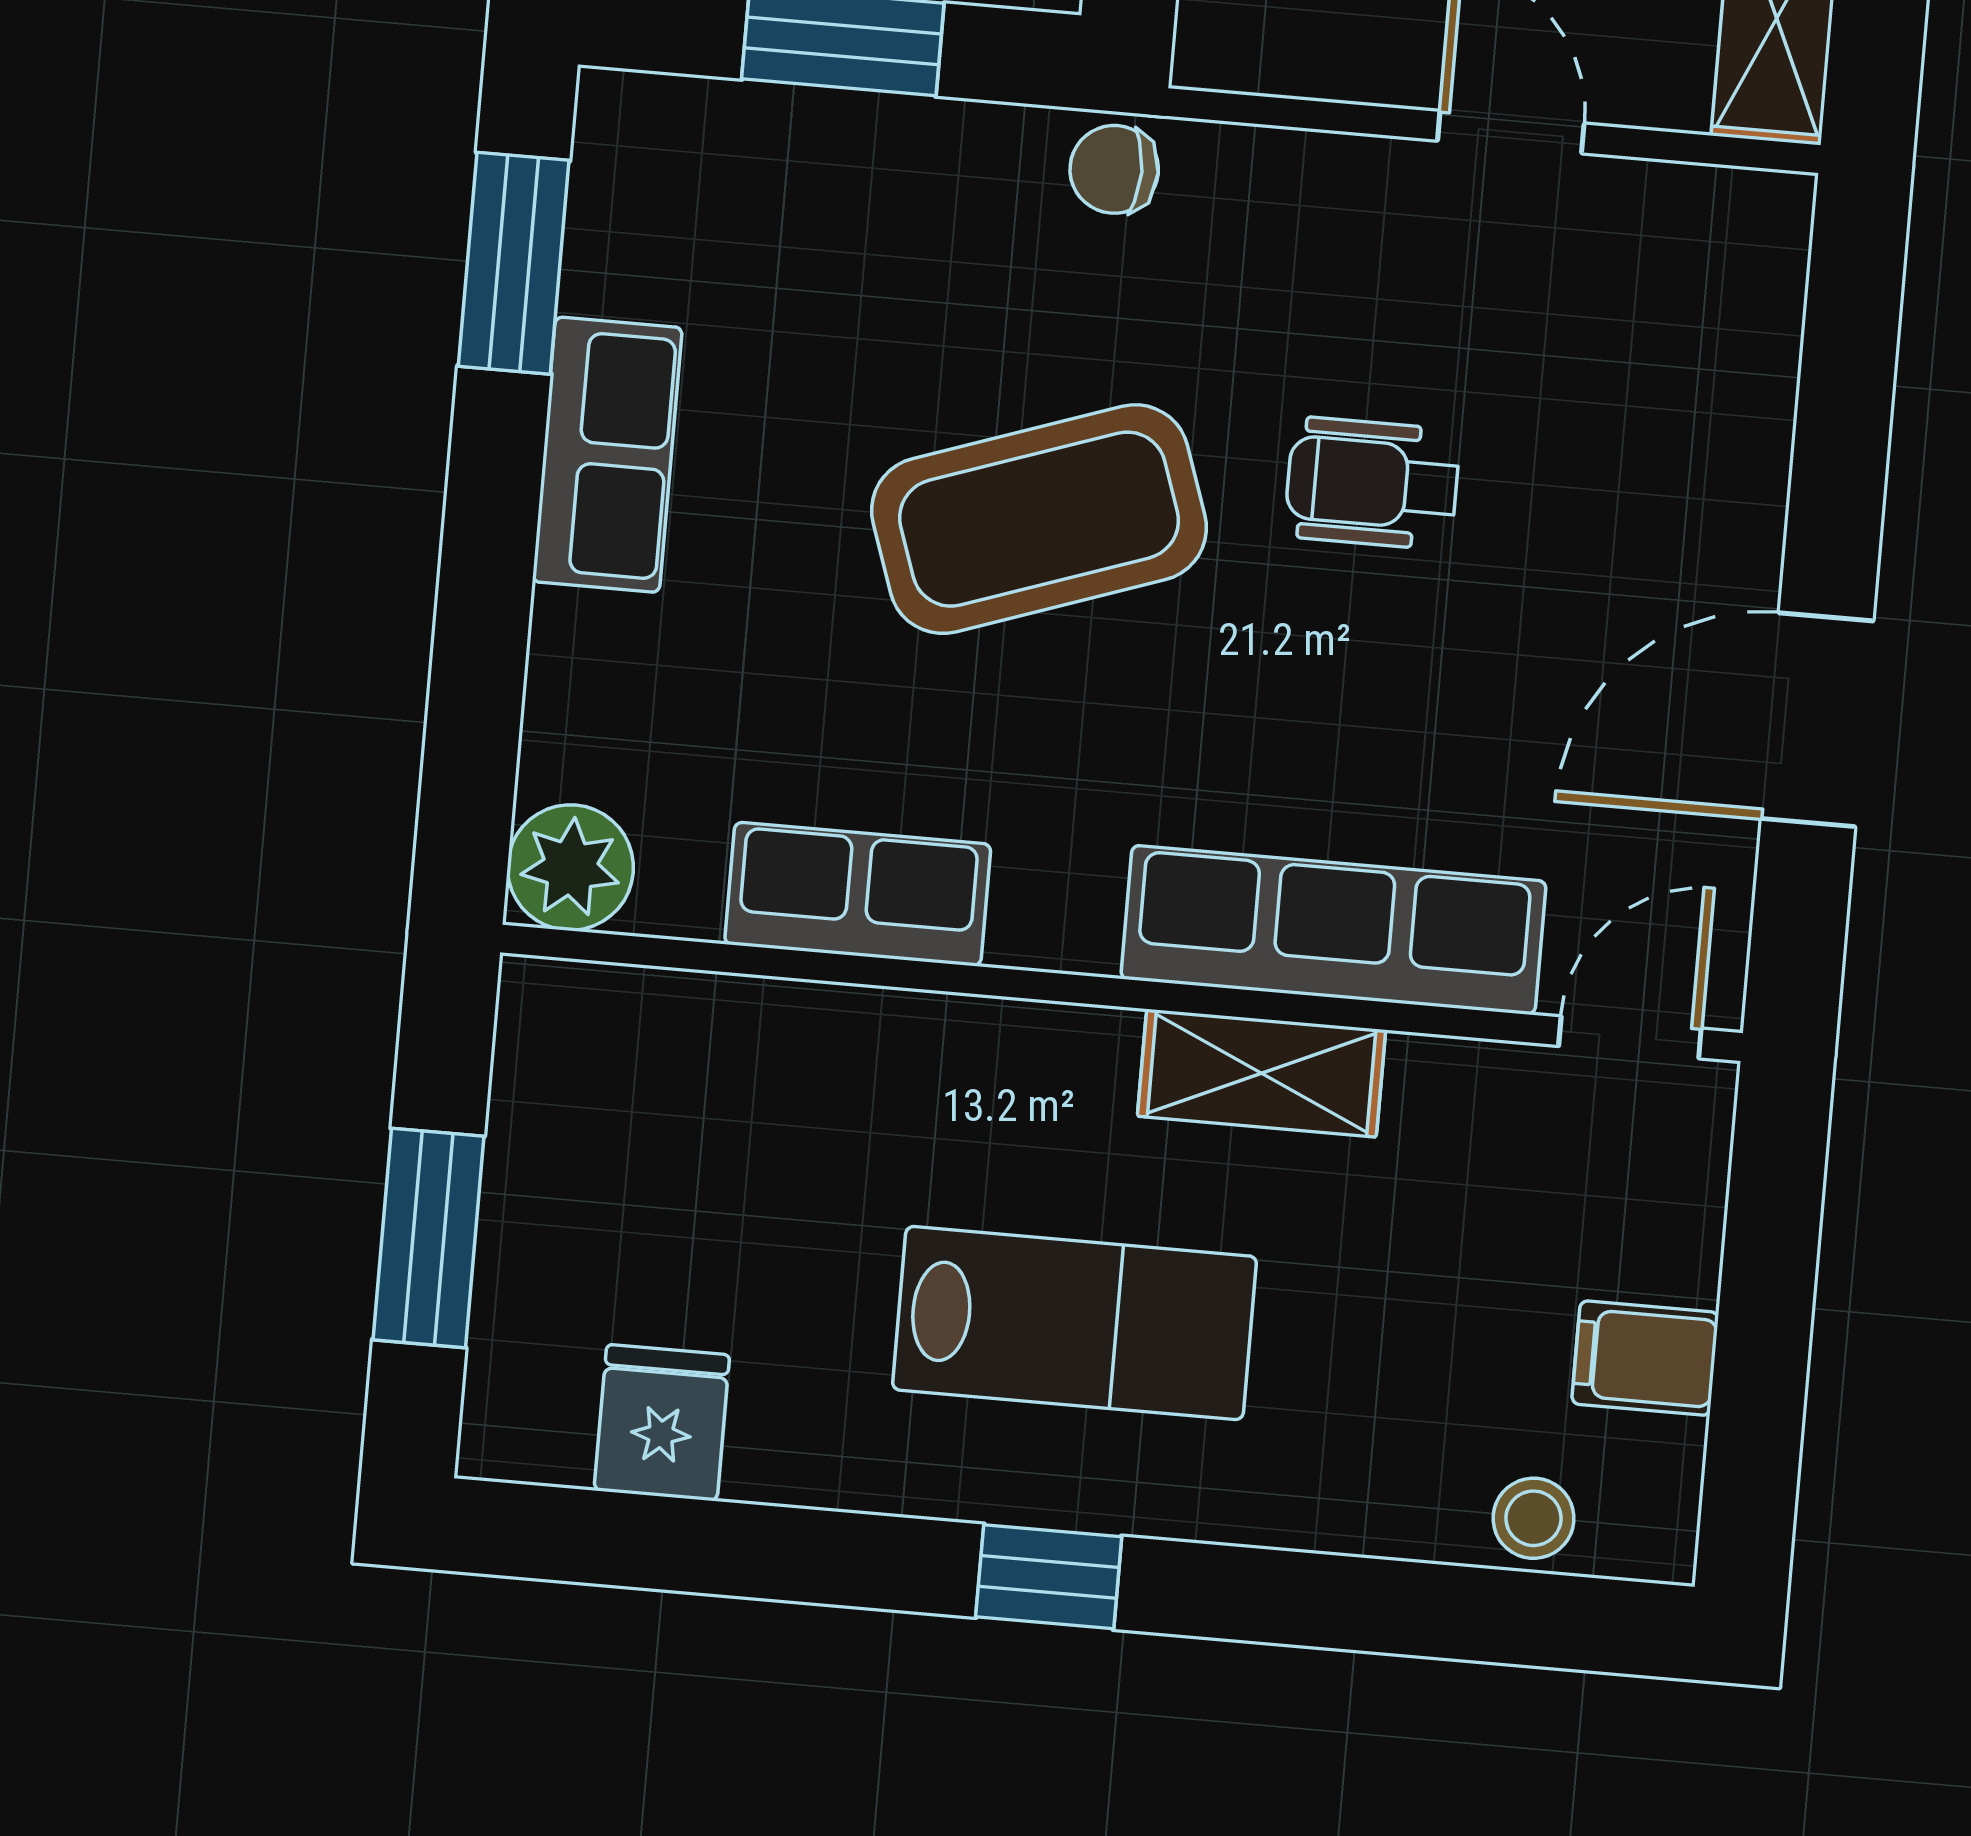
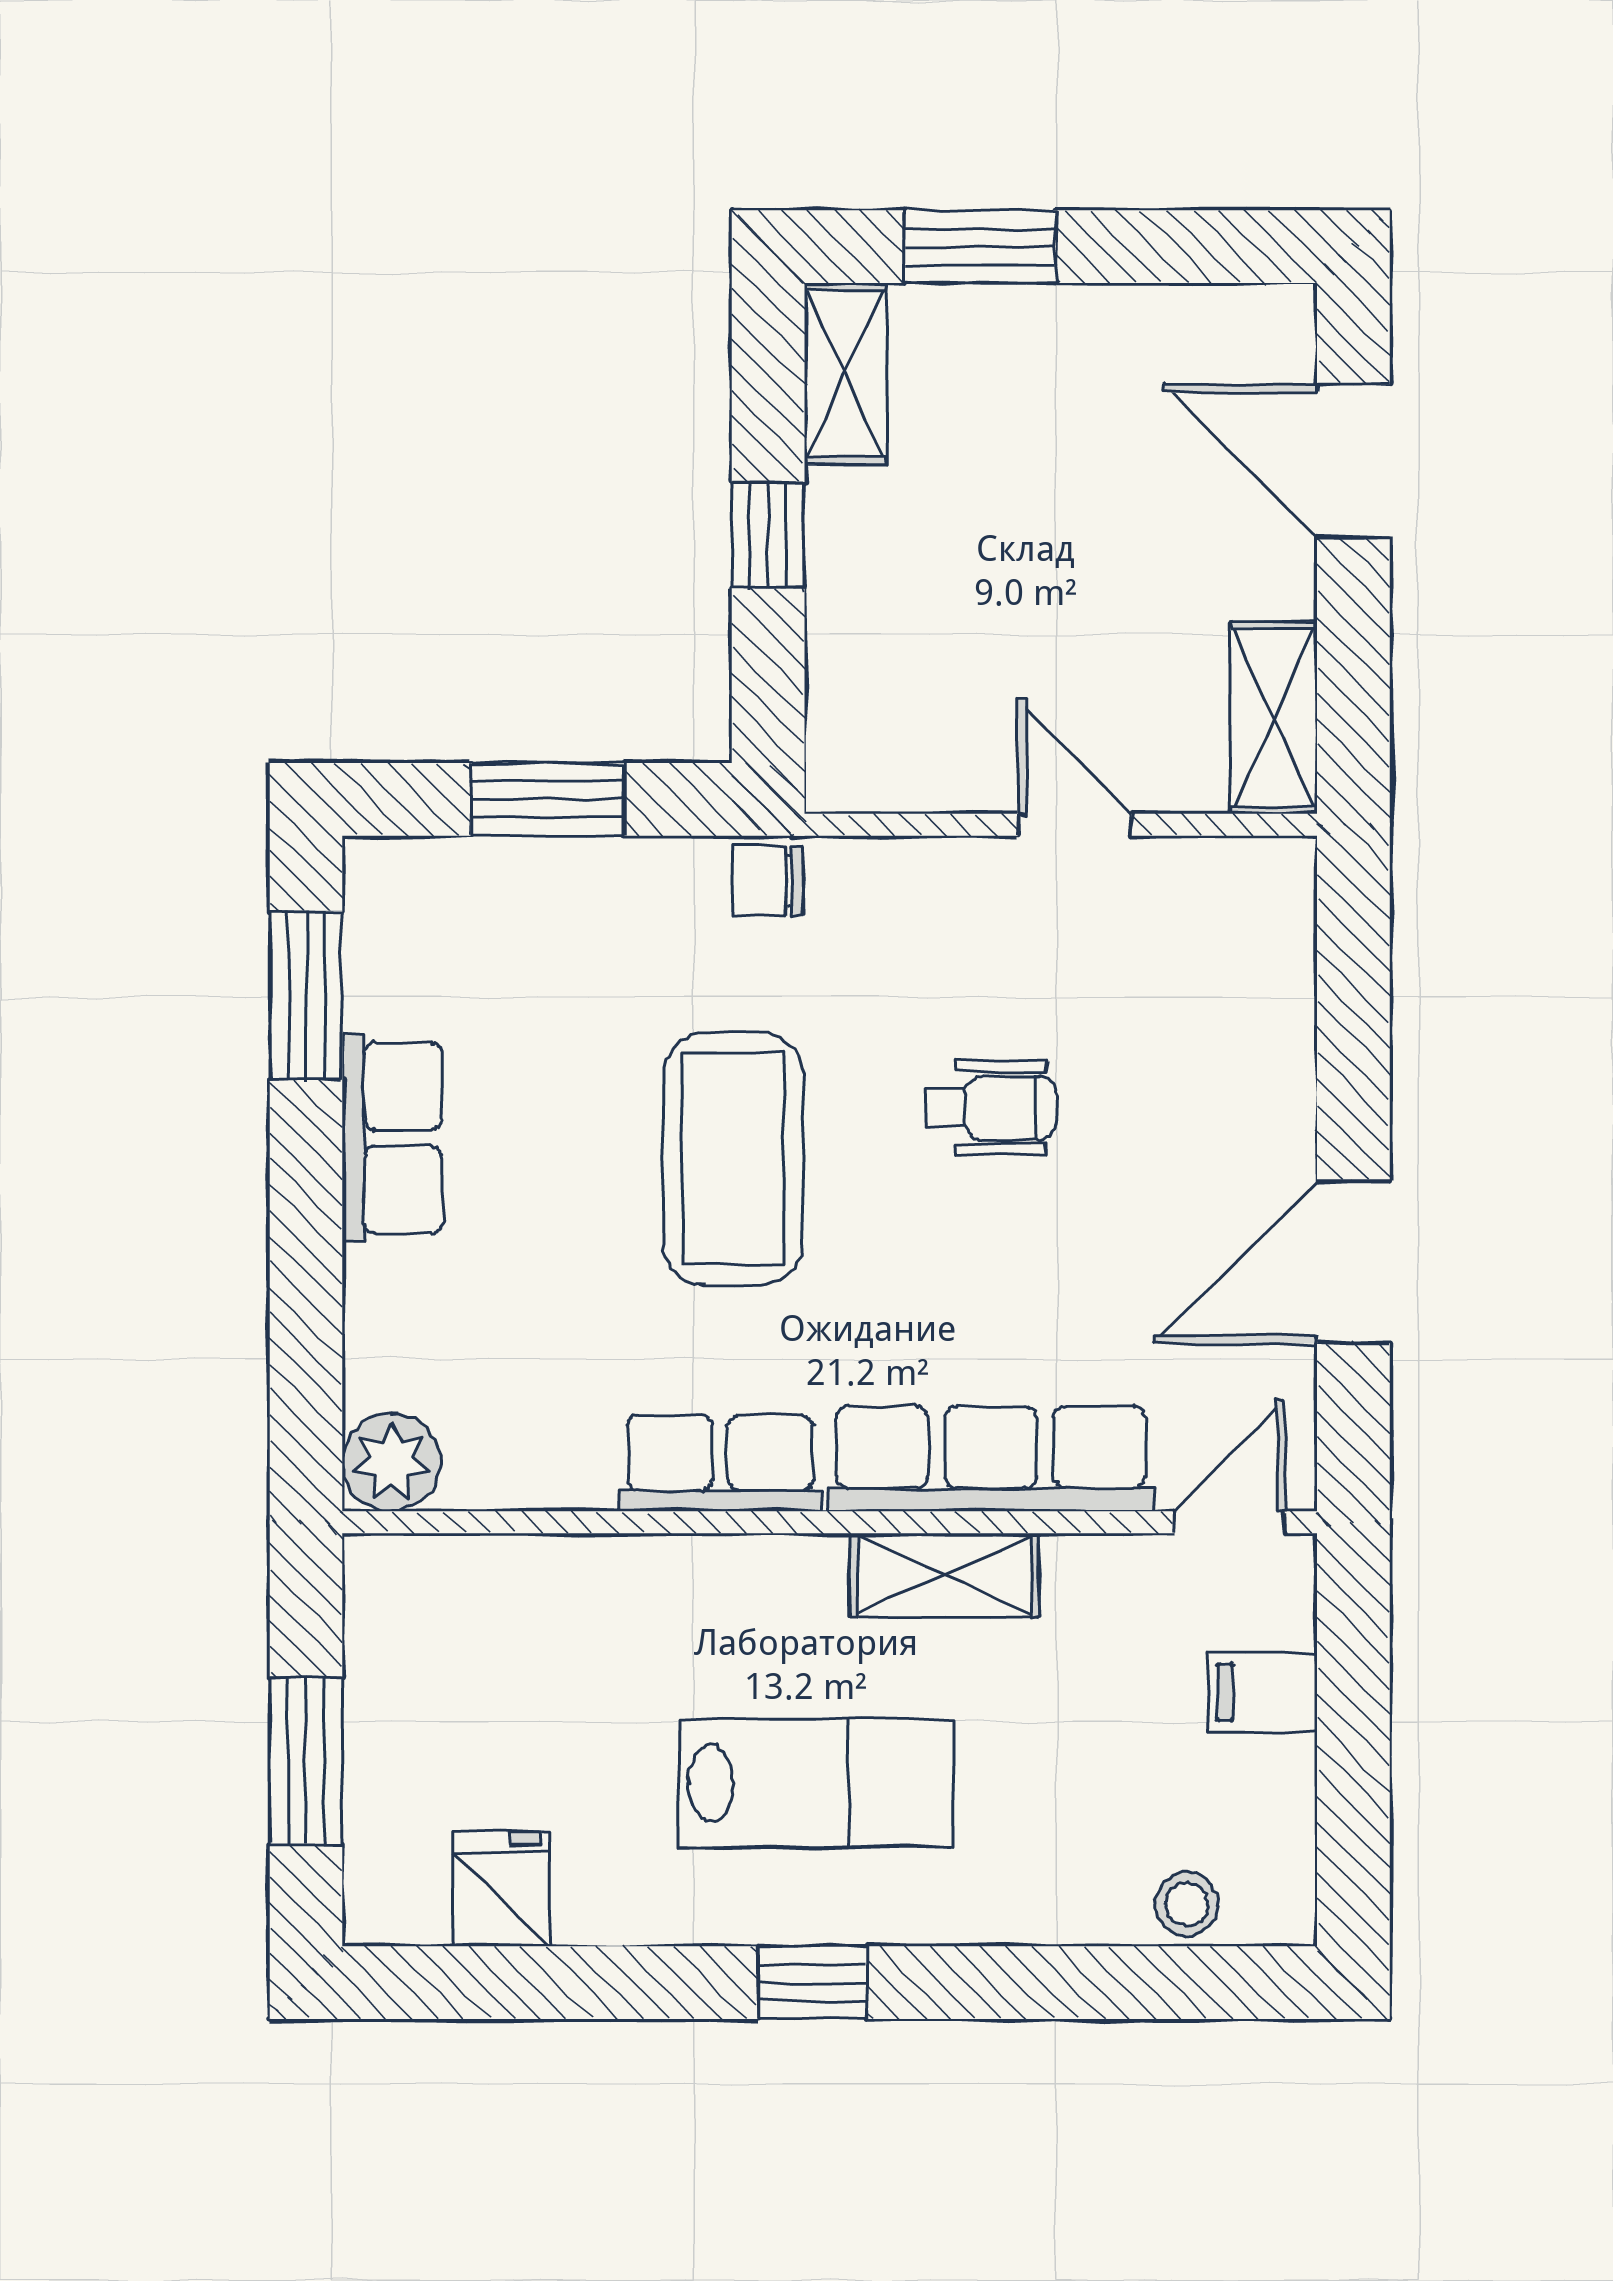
wheelchair: (1372, 483) -> (991, 1108), turned 180
coffee table: (1039, 519) -> (733, 1159), turned -71
row of seats: (858, 894) -> (720, 1463), moved
filing cabinet: (1645, 1358) -> (1263, 1693), moved

